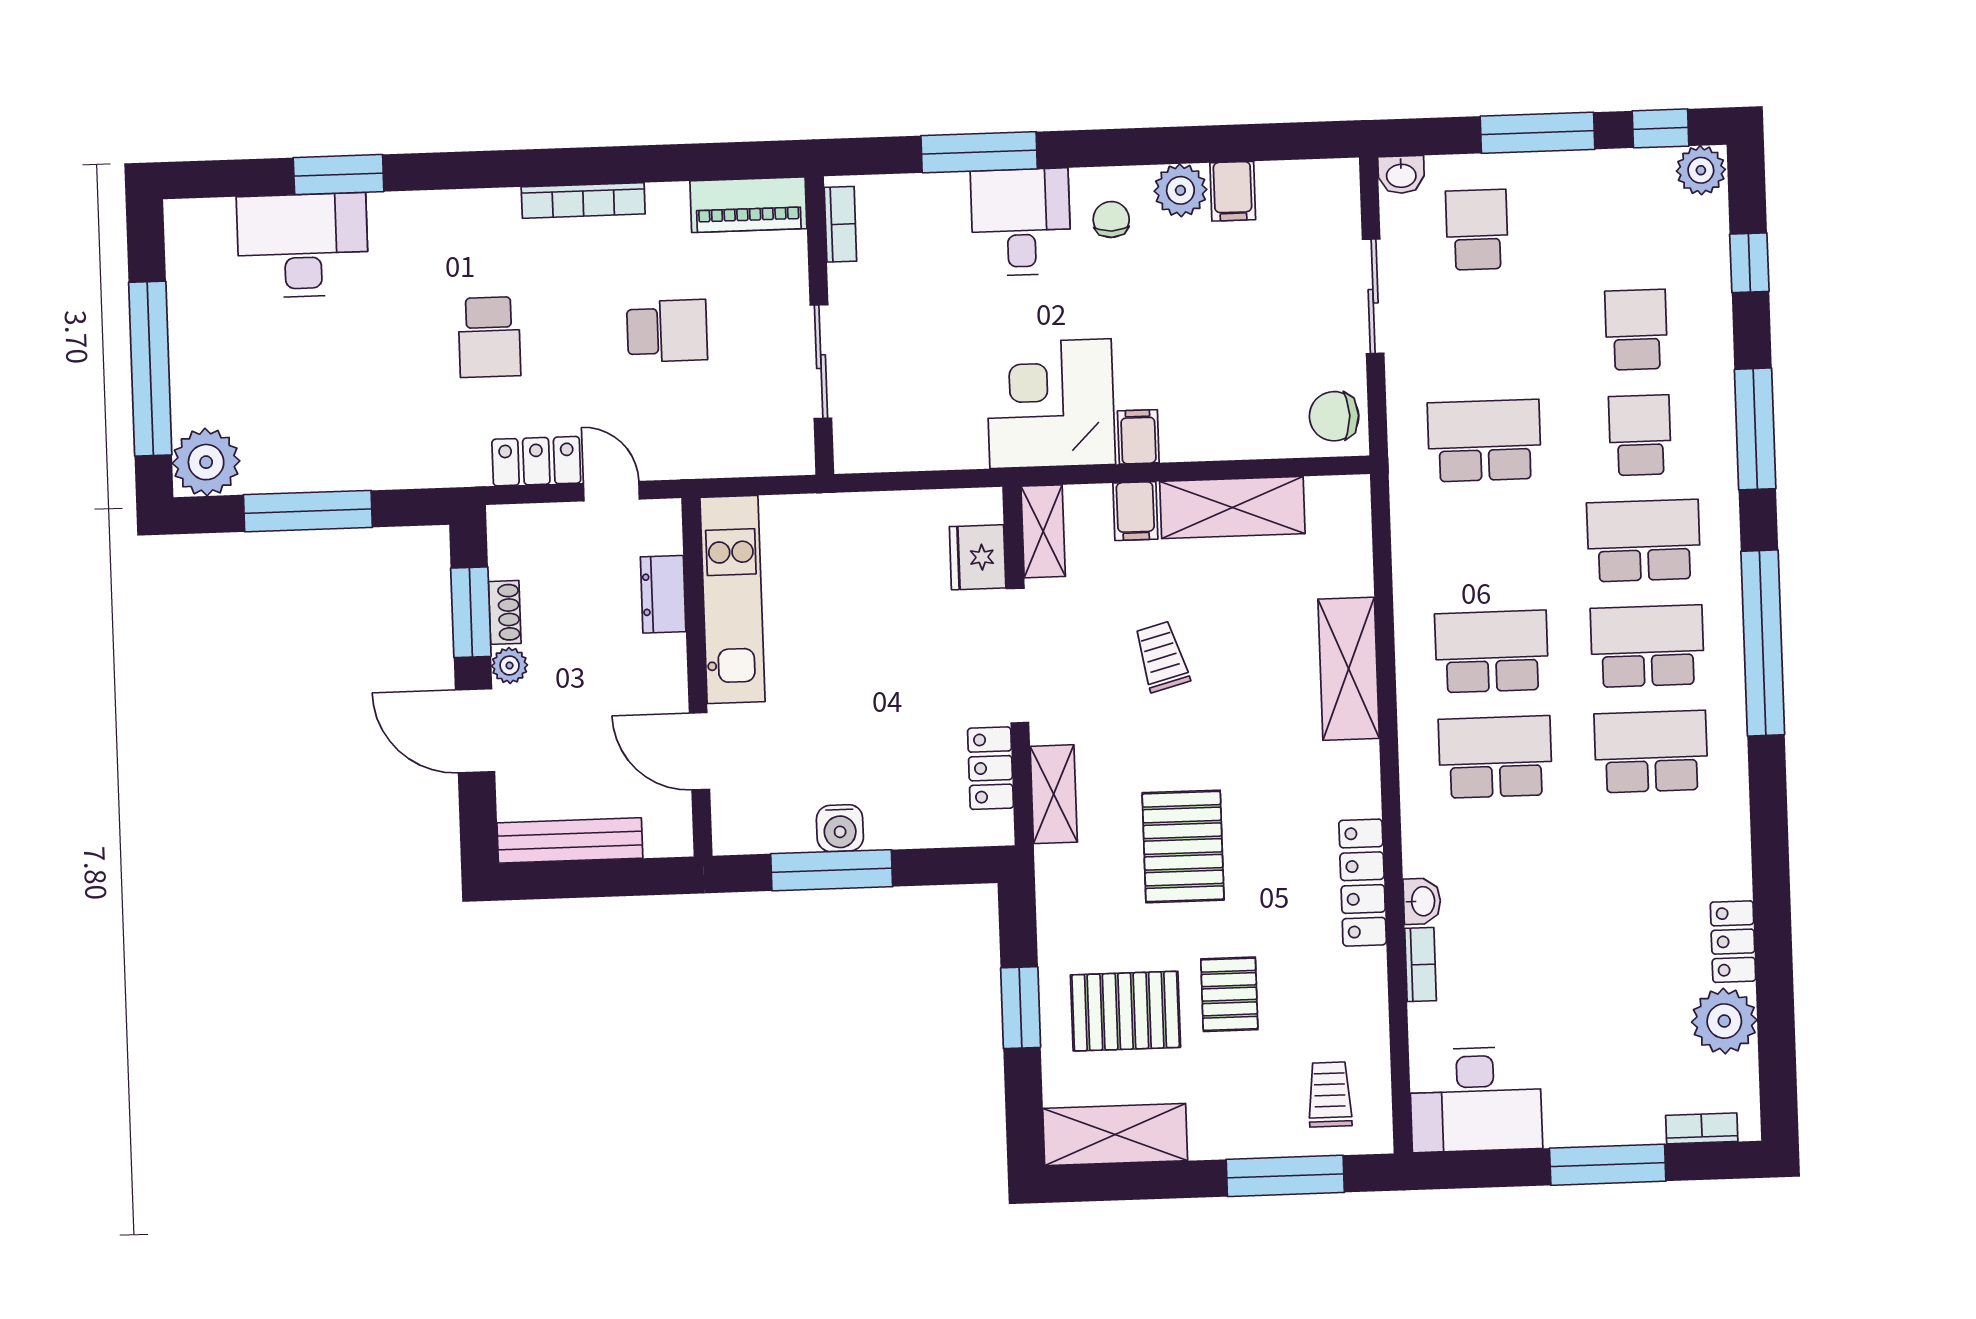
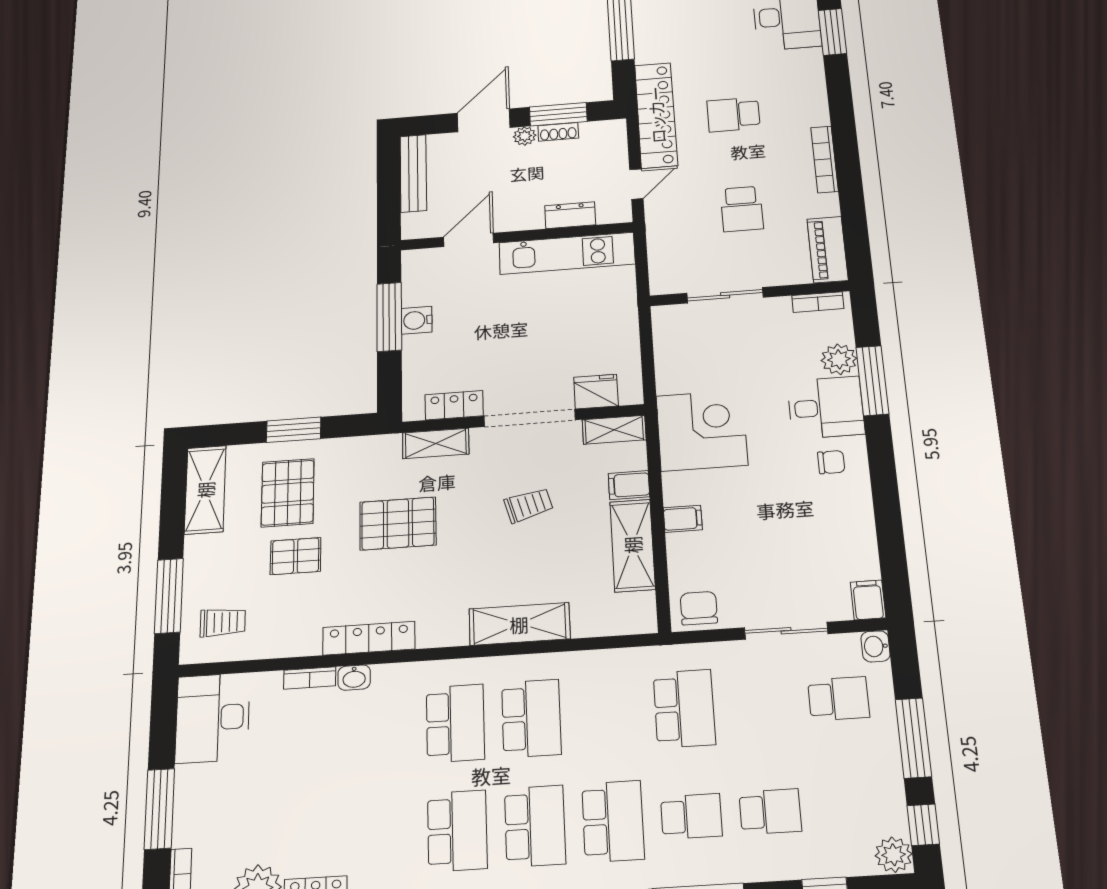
plant: (1180, 190) -> (839, 359), moved
filing cabinet: (1233, 191) -> (868, 600), moved, turned 90
filing cabinet: (1138, 437) -> (683, 519), moved
locker: (536, 461) -> (656, 115), width x2.16, depth x1.21

